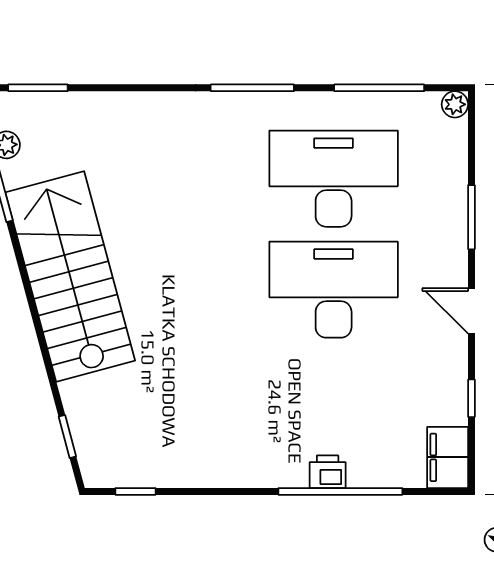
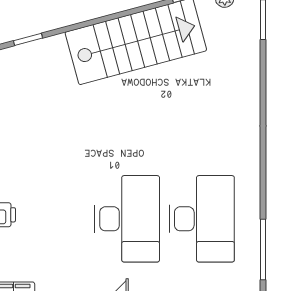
window: (252, 88) -> (263, 164), removed

